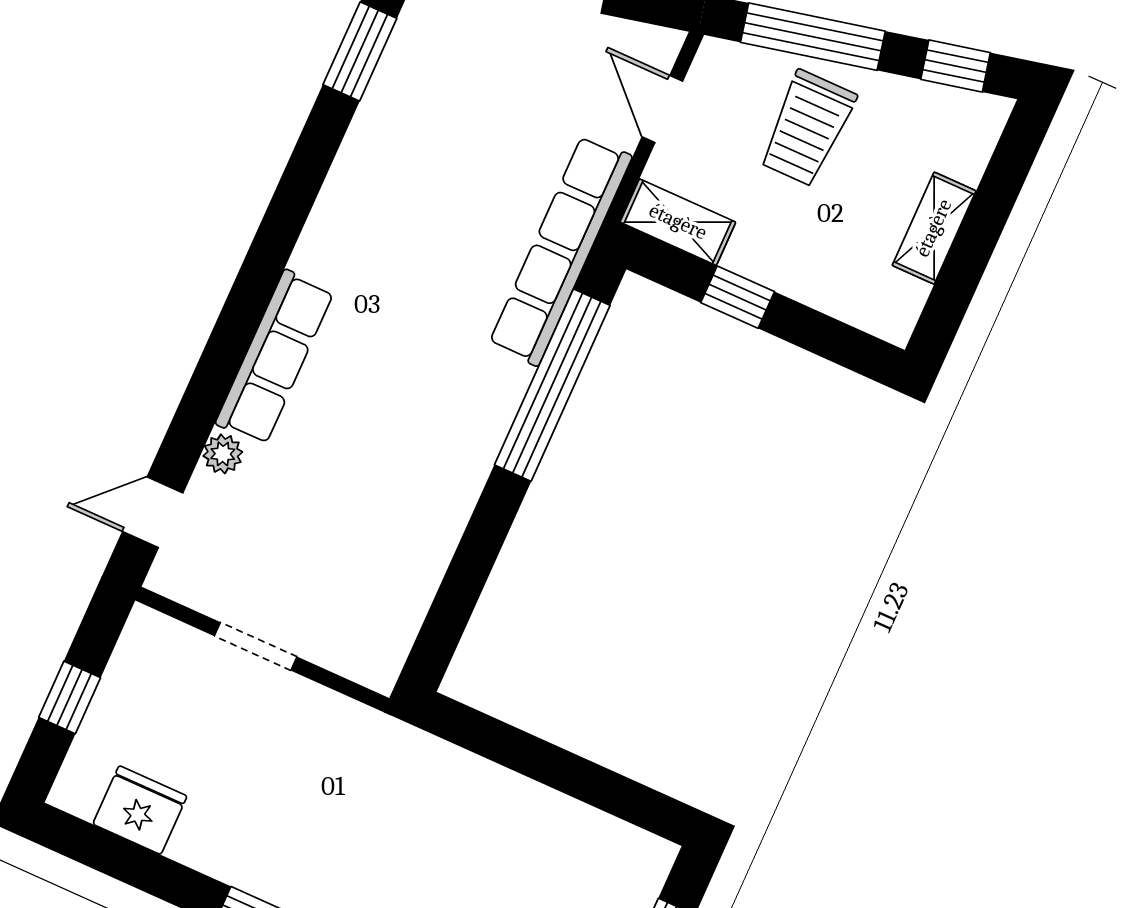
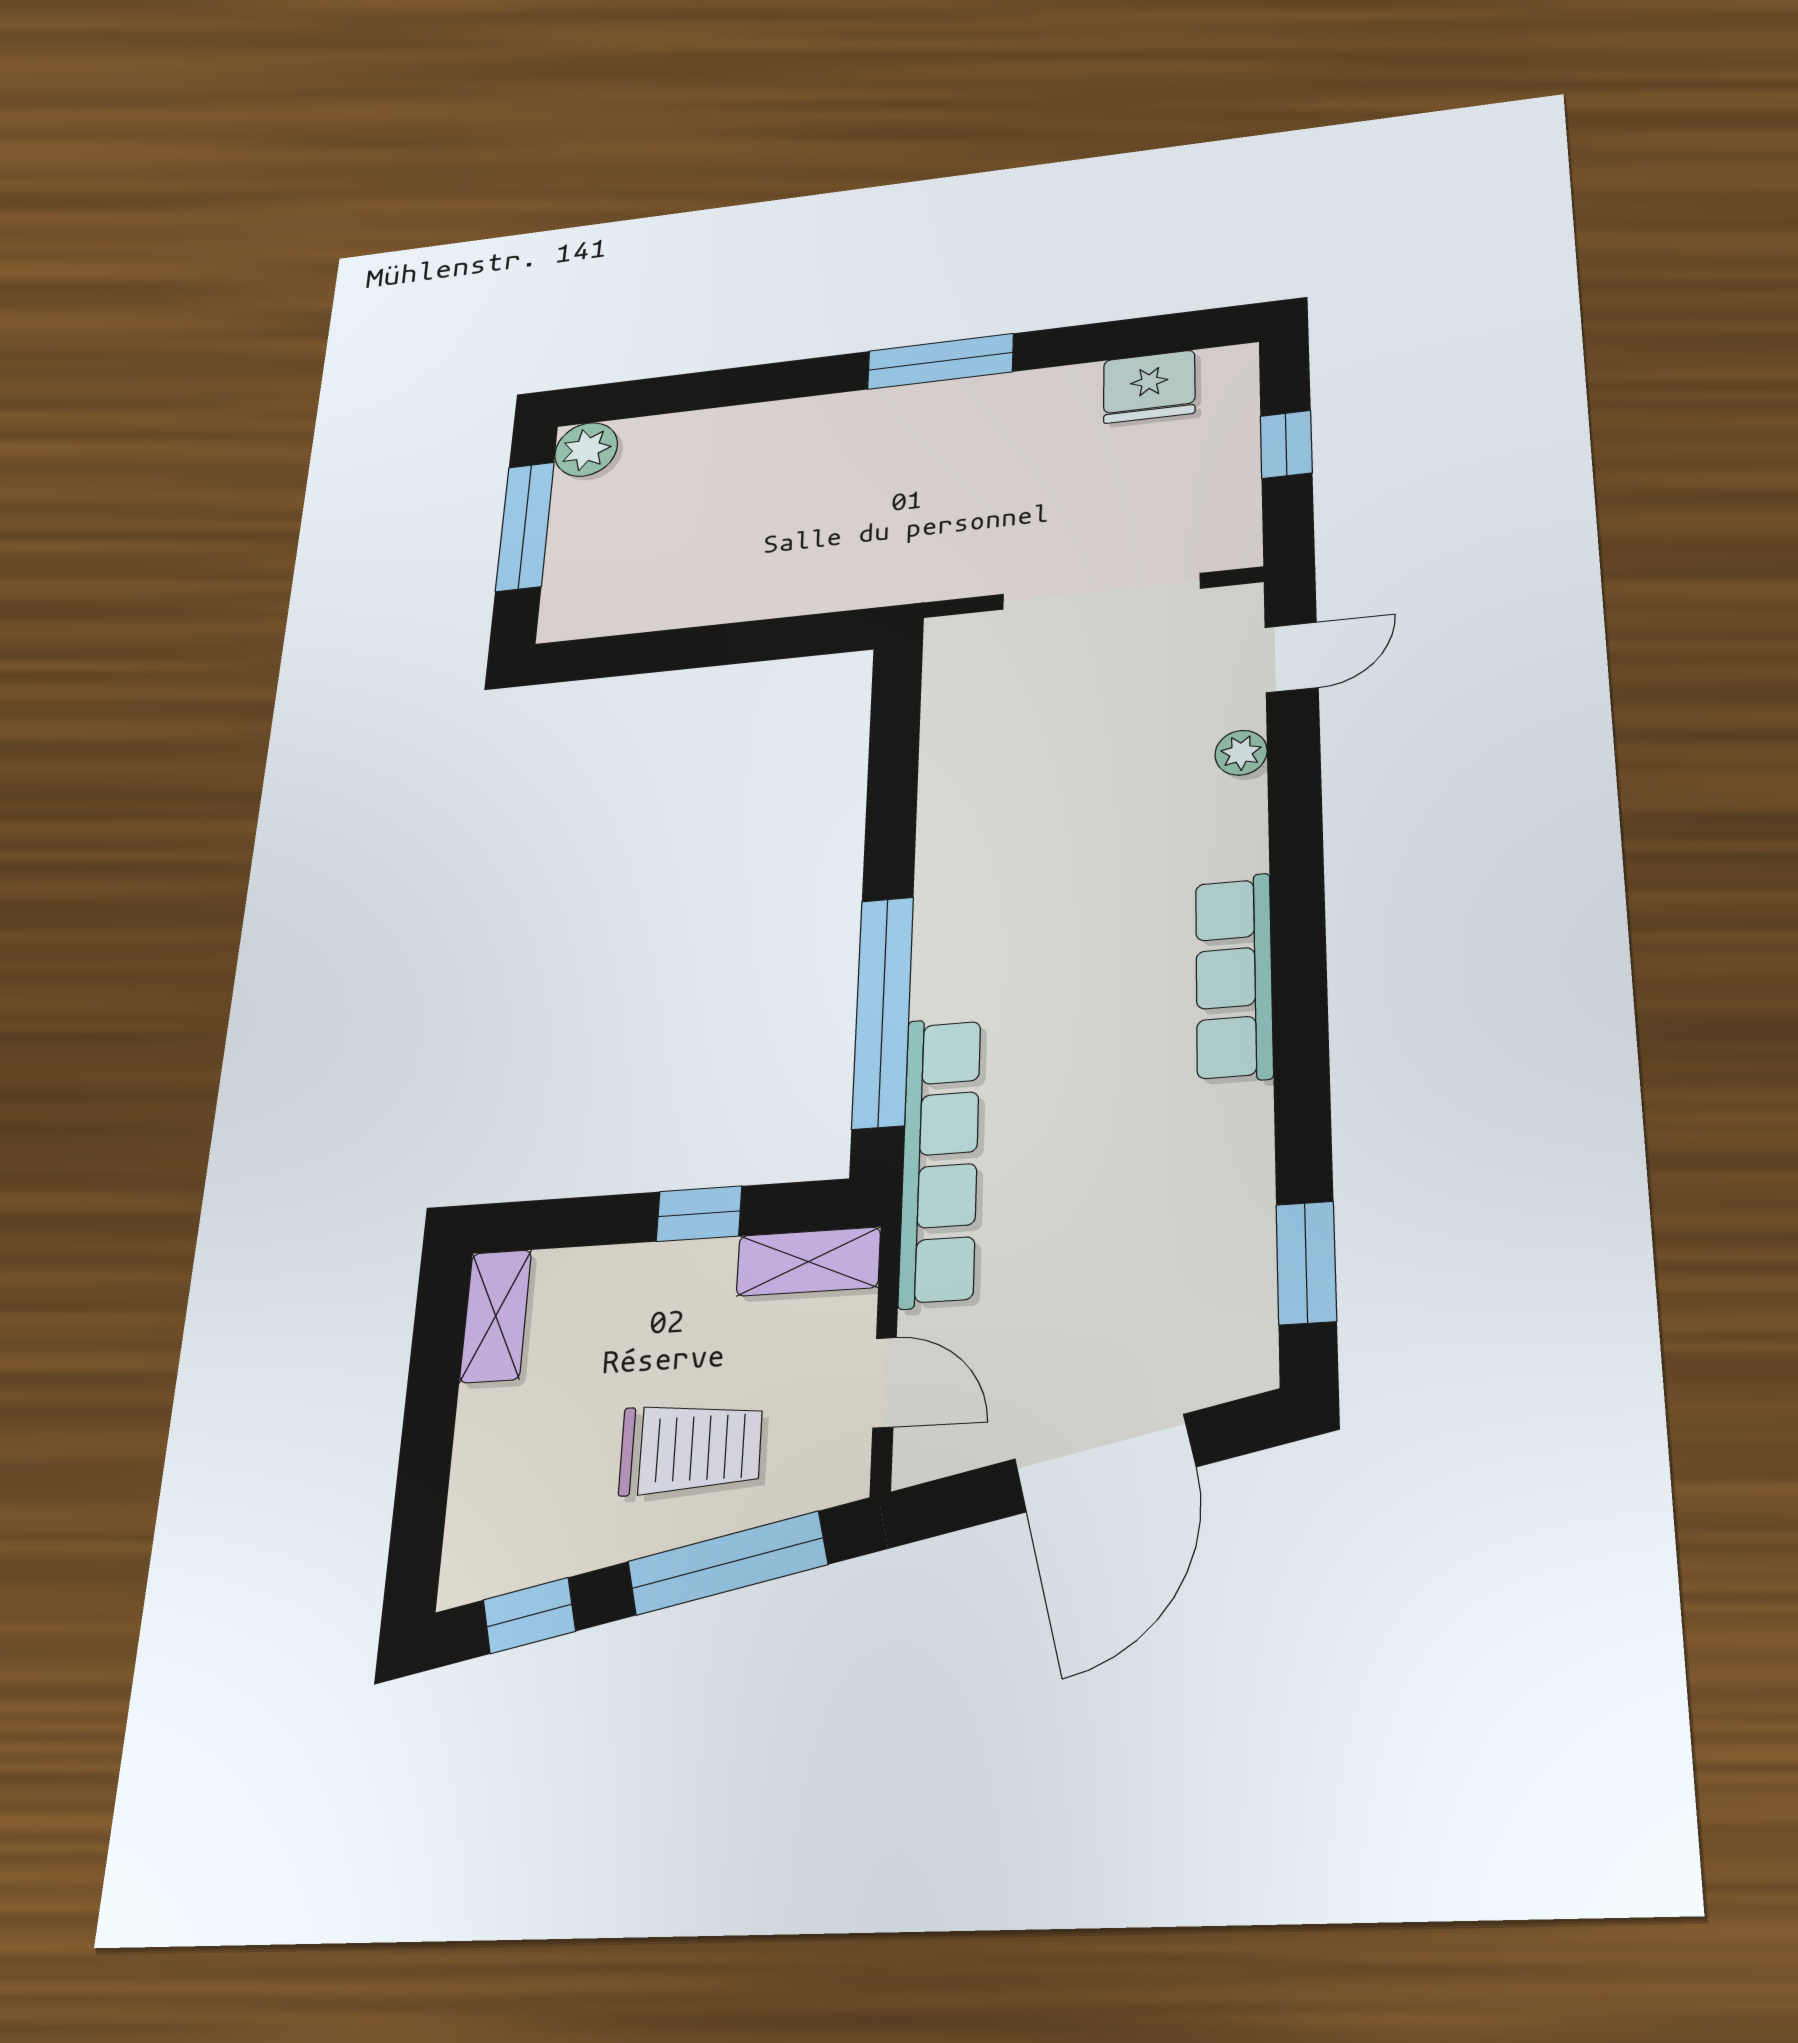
trolley: (807, 128) -> (691, 1448), turned 90
shelving: (934, 228) -> (496, 1316), moved
row of seats: (275, 357) -> (1234, 978), moved
doorway: (256, 646) -> (1101, 591), width x1.87

